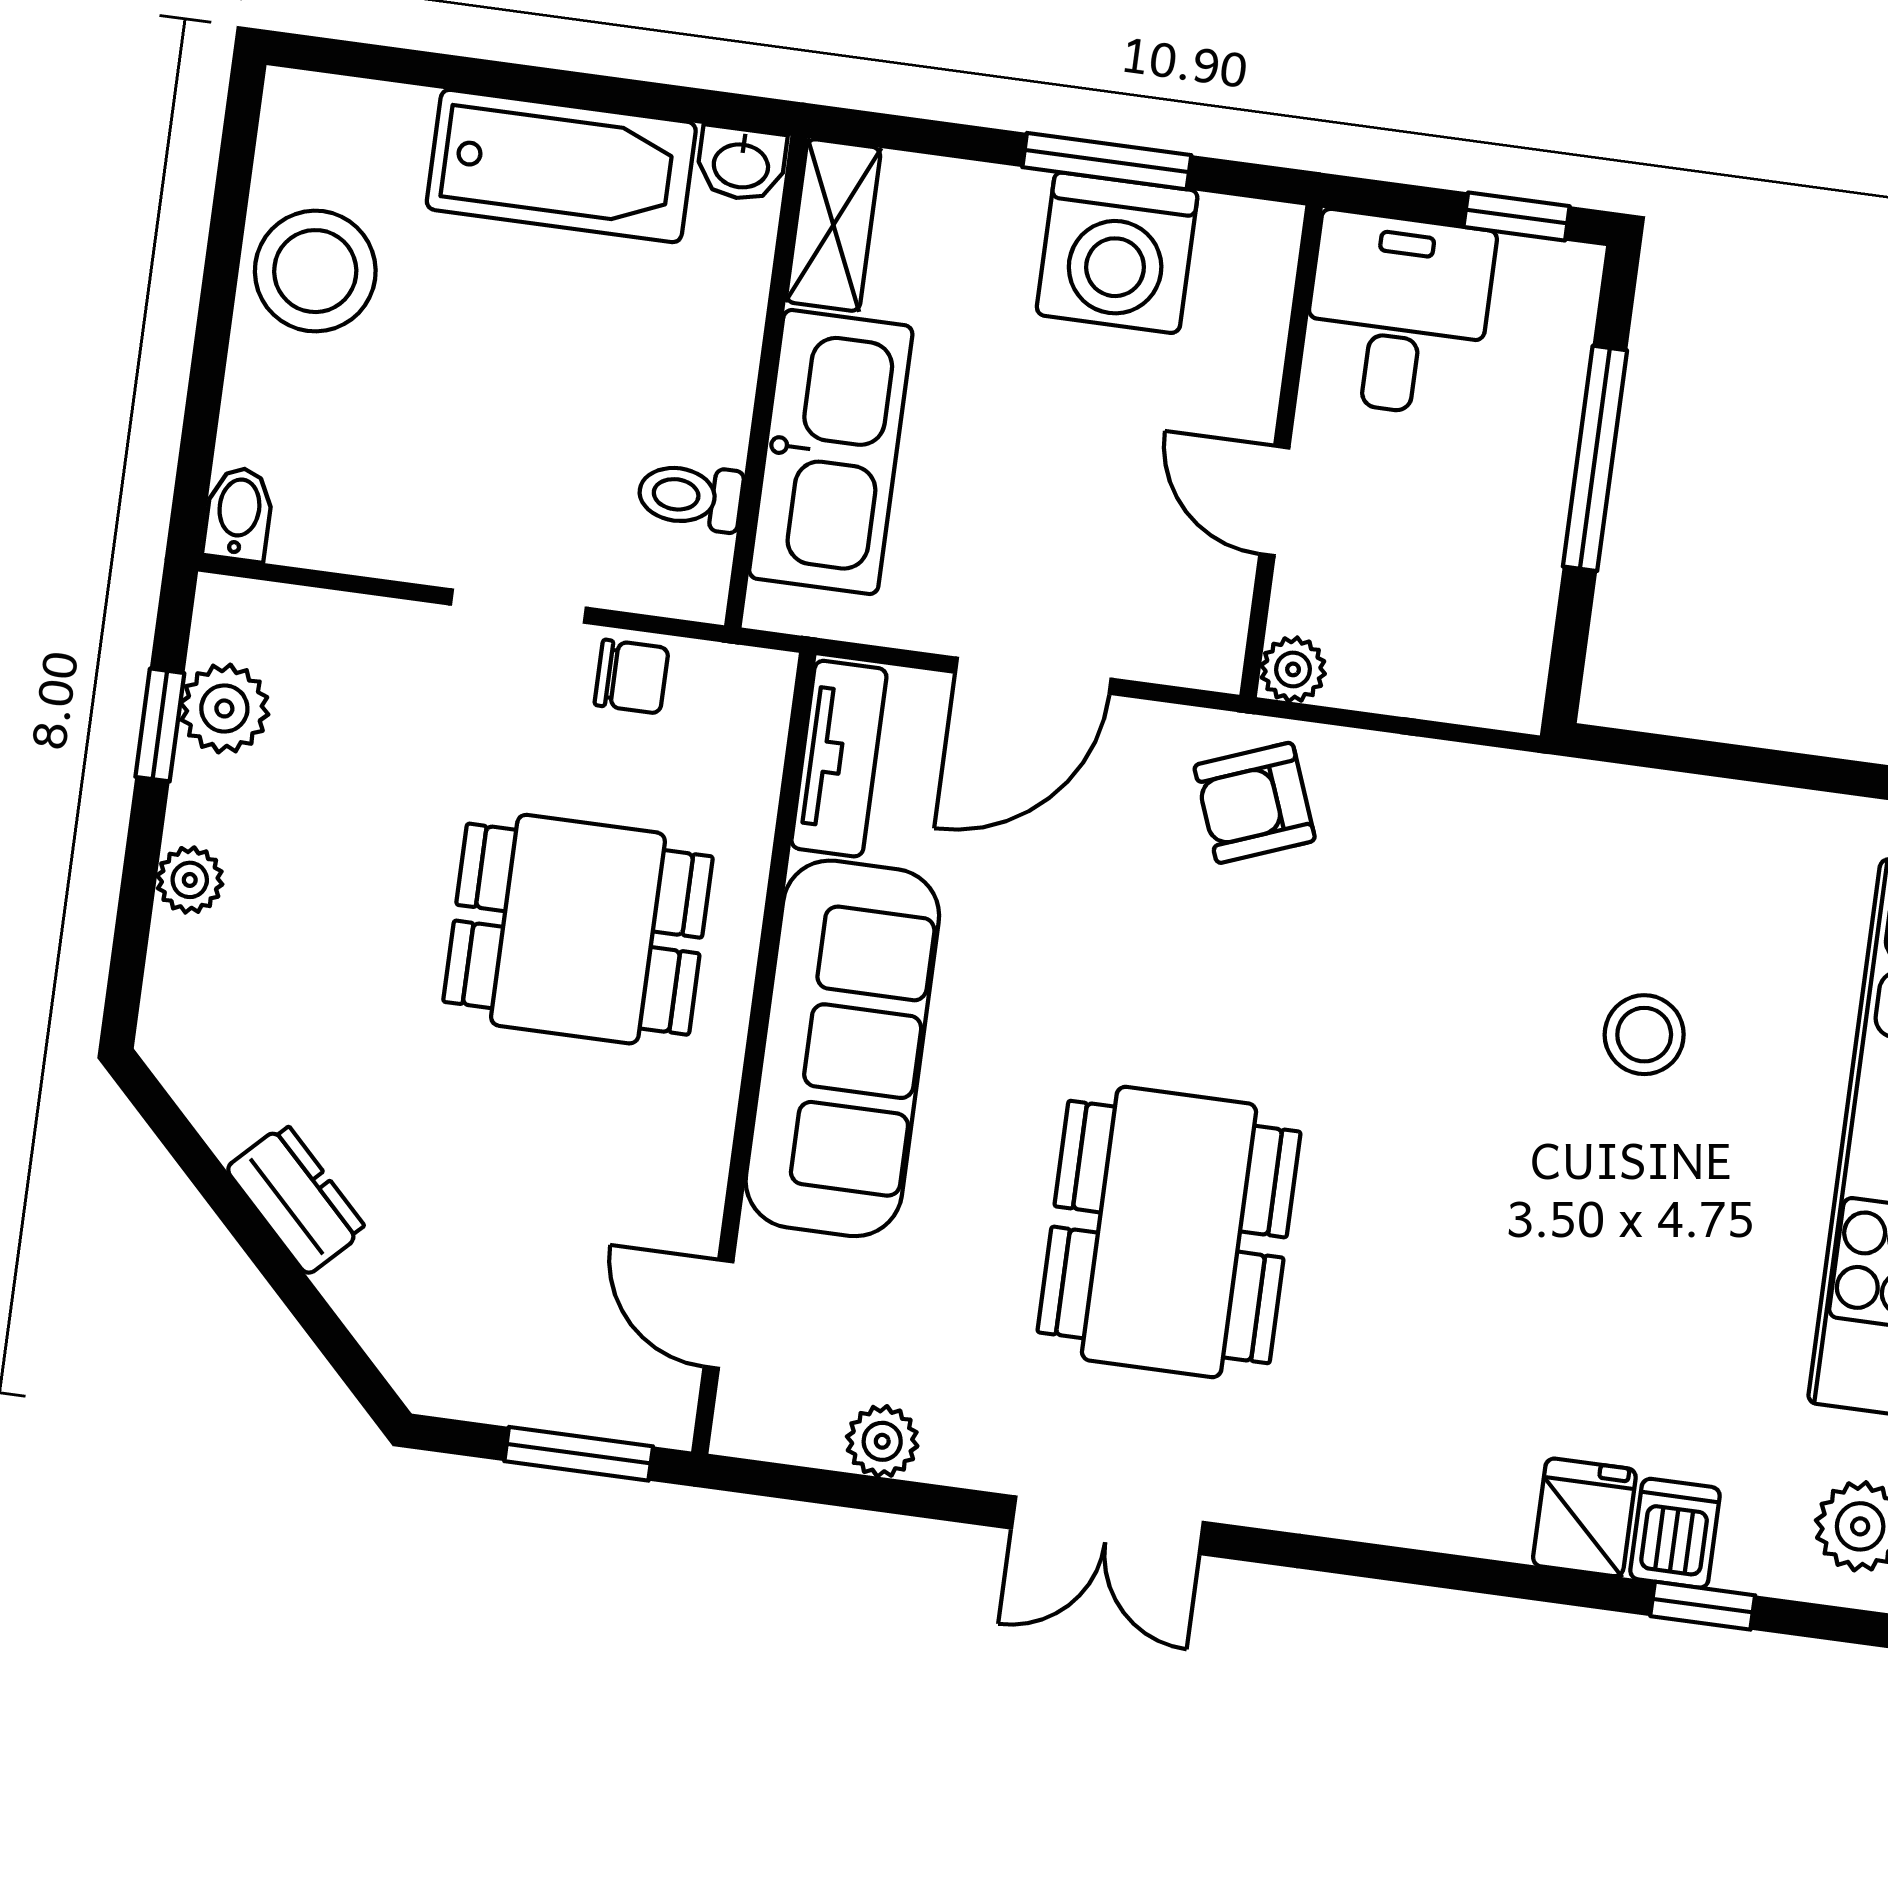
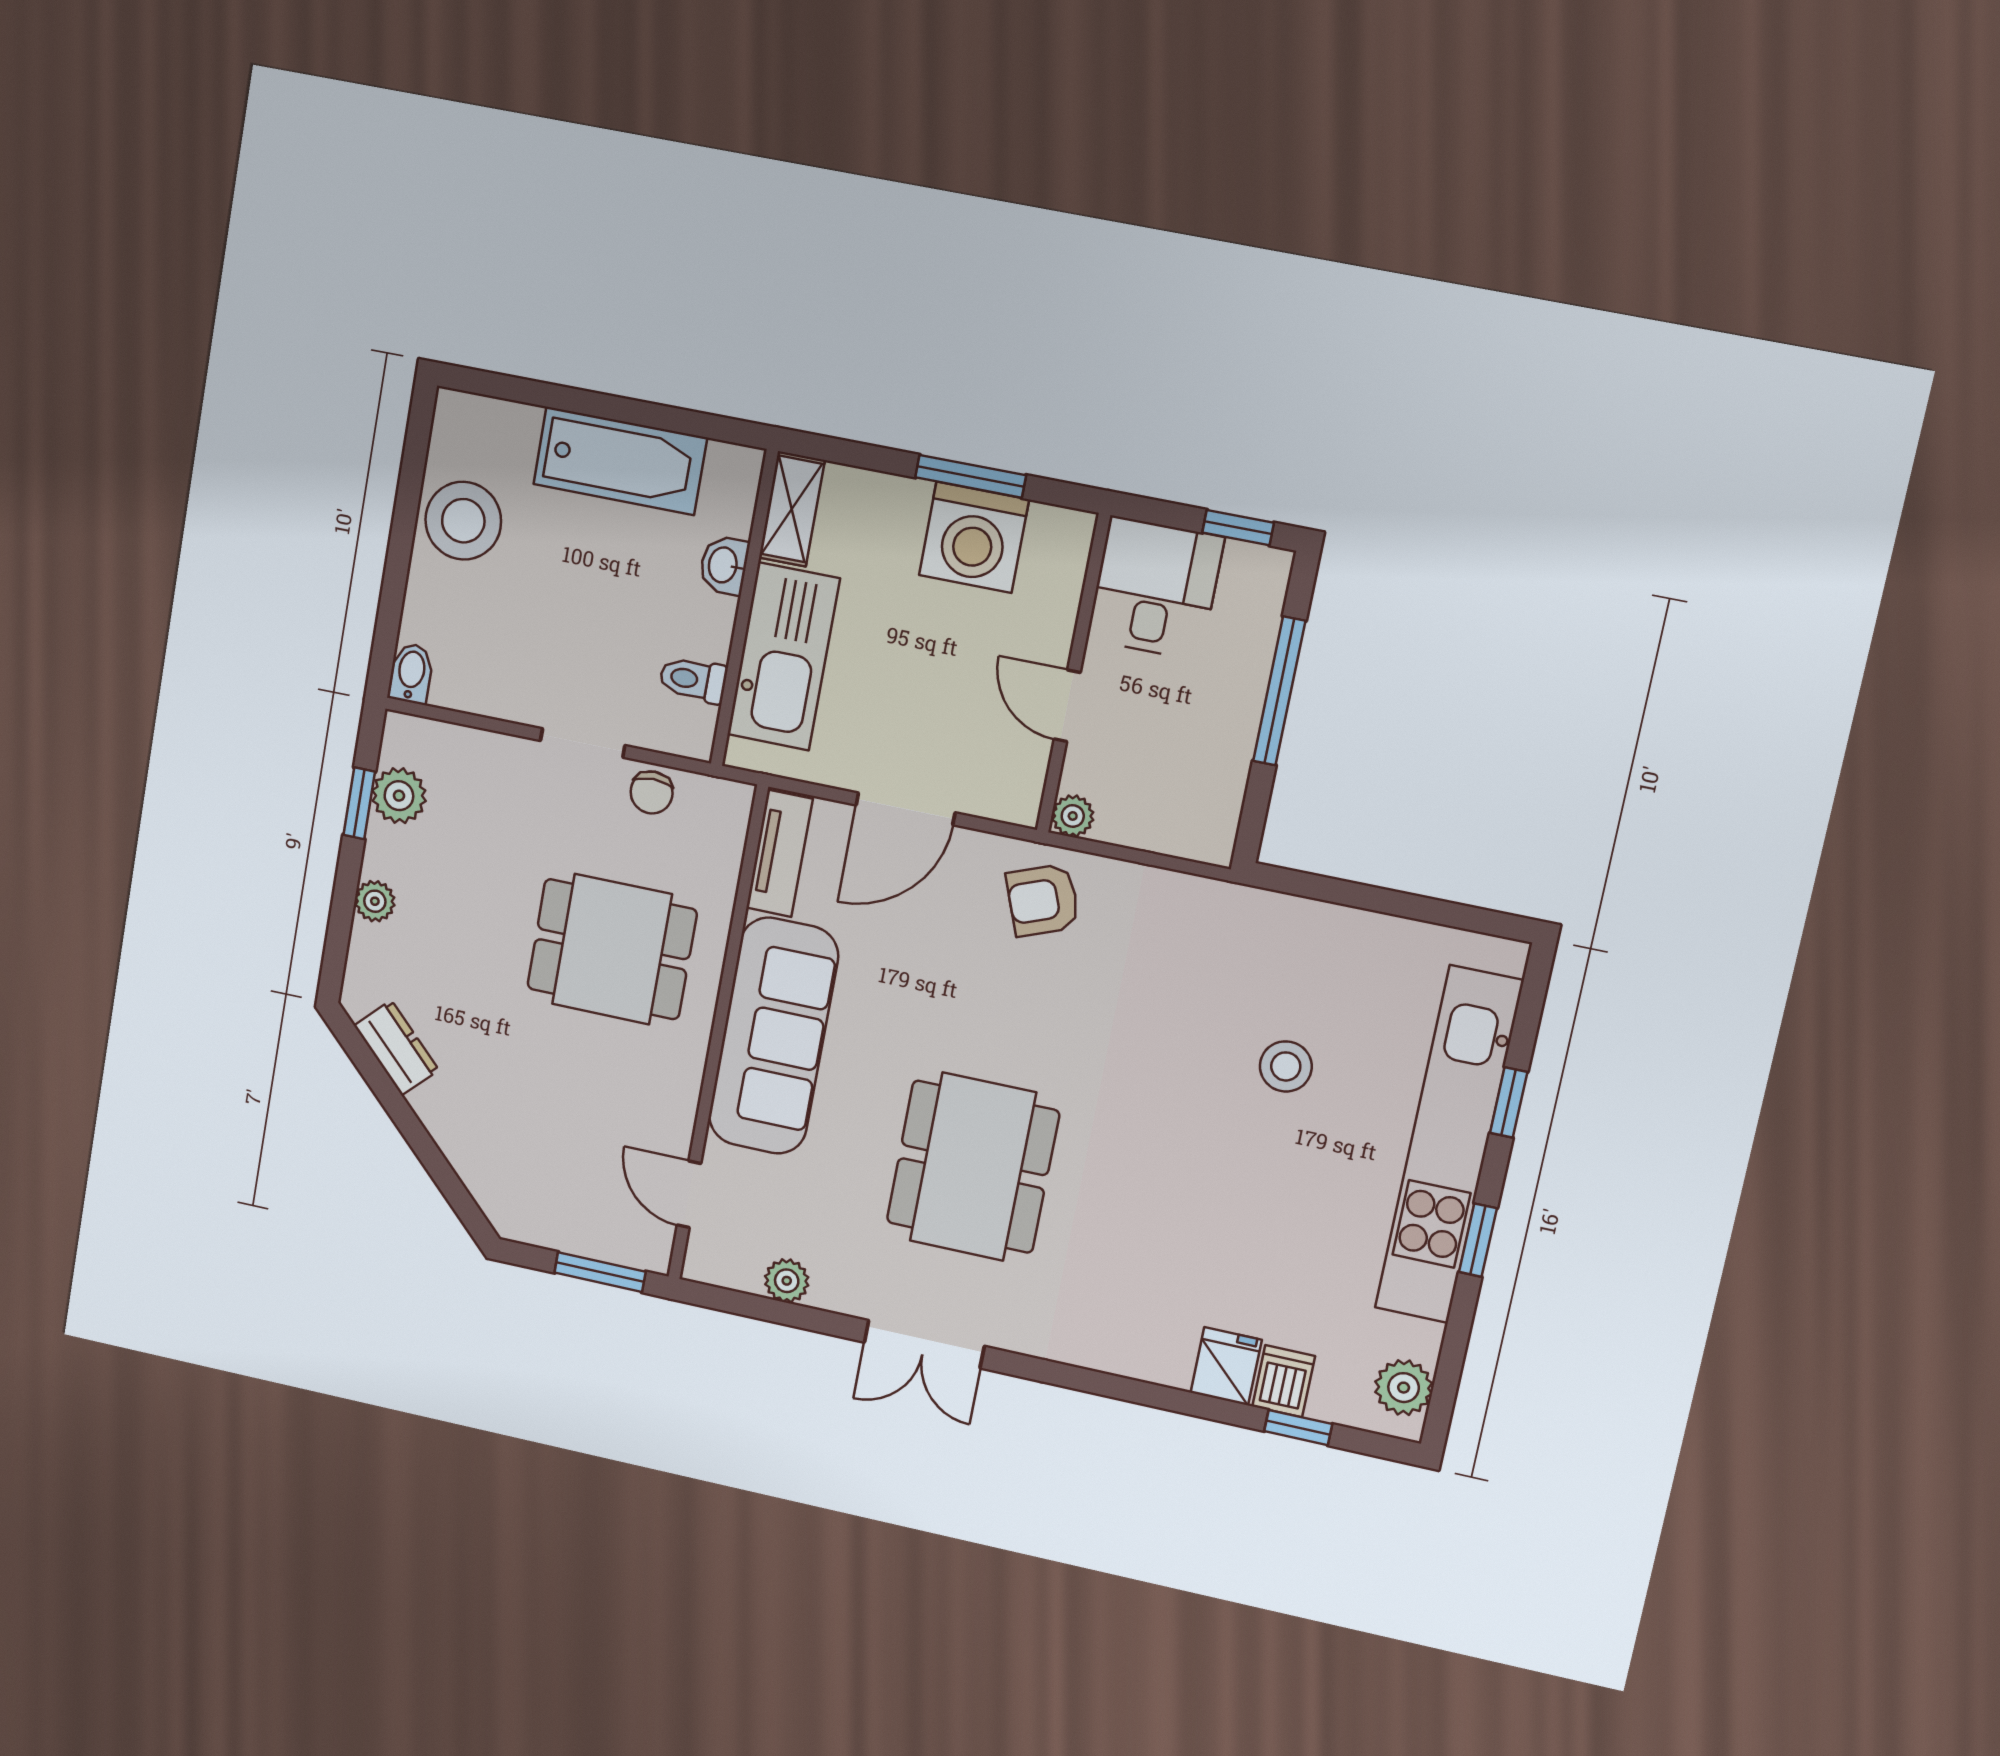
washbasin: (741, 164) -> (724, 565), moved, turned 90
chair: (632, 677) -> (652, 792), turned 90
dresser: (296, 1199) -> (396, 1048), moved

